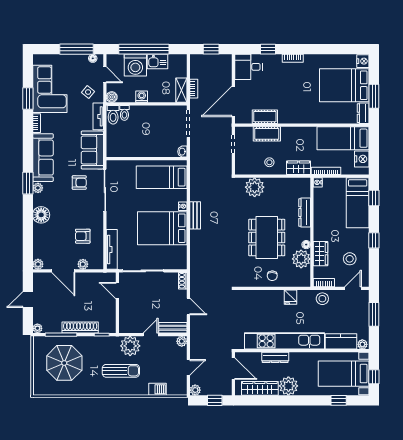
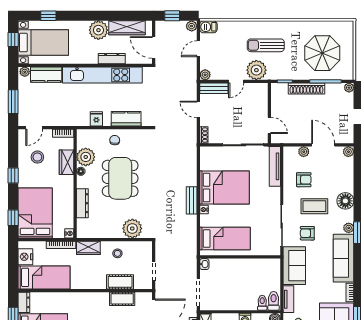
bed: (358, 203) -> (35, 213), width x1.50
coffee table: (72, 210) -> (314, 206), added
kitchen counter: (261, 297) -> (126, 119), added
stool: (322, 299) -> (65, 117), removed
barbecue: (157, 389) -> (208, 27), moved

